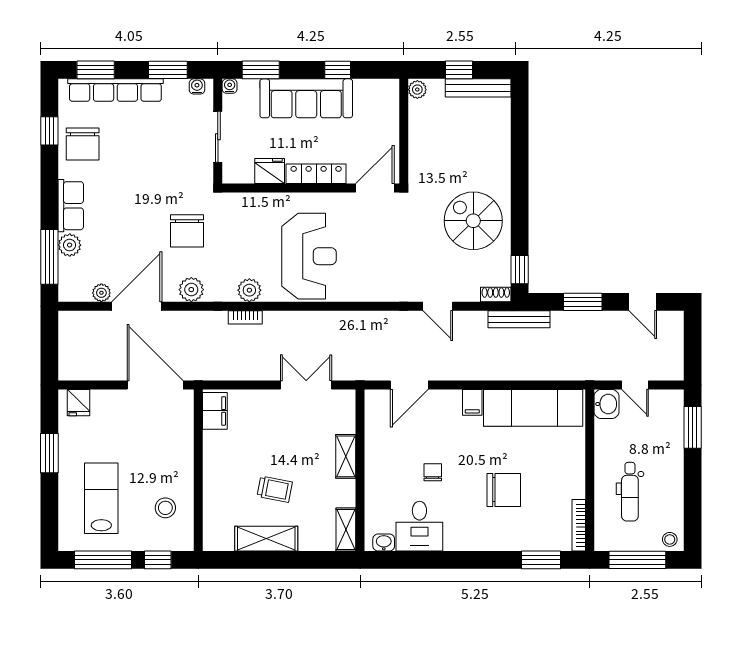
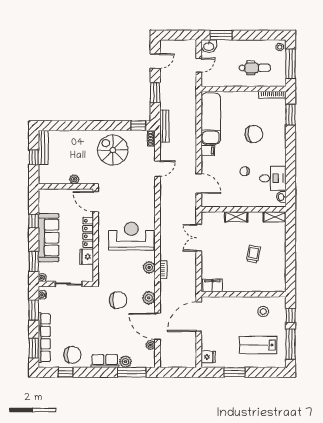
plant: (417, 90) -> (74, 179), moved
spiral stairs: (473, 221) -> (113, 150), turned 90
washbasin: (607, 404) -> (209, 46), moved, turned 180
chair: (504, 490) -> (254, 134), turned 84
shelving: (266, 539) -> (279, 259), removed

